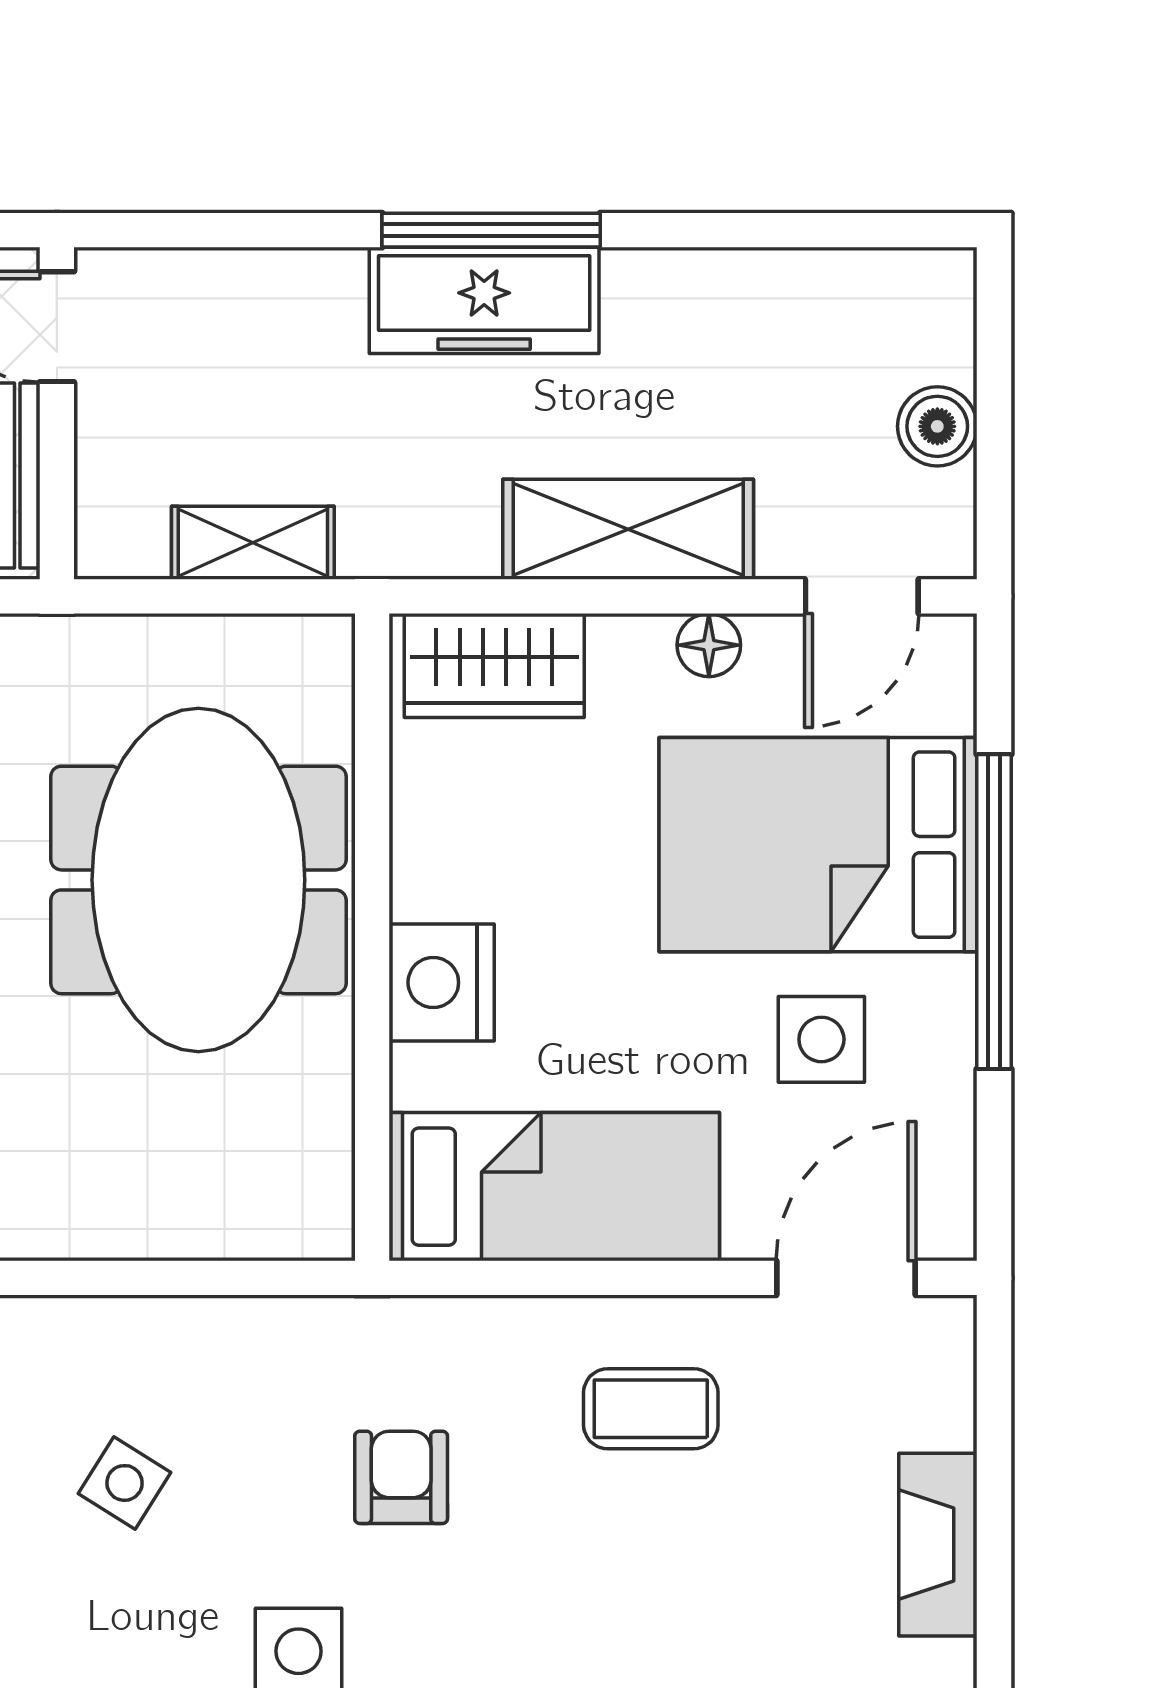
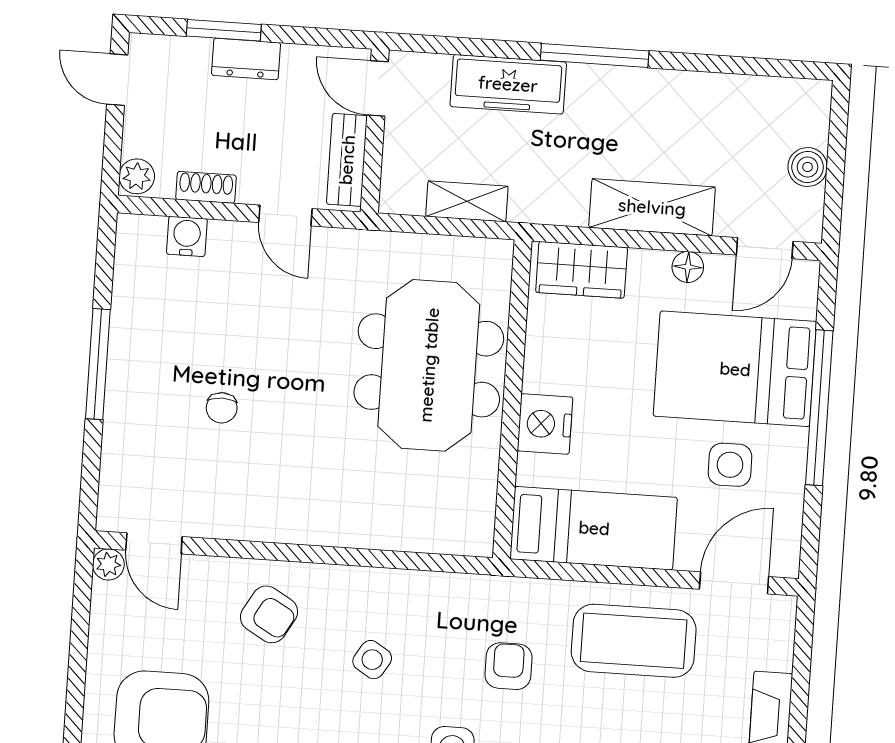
freezer: (484, 300) -> (508, 84), moved
coffee table: (651, 1409) -> (634, 641), width x1.86, depth x1.72

